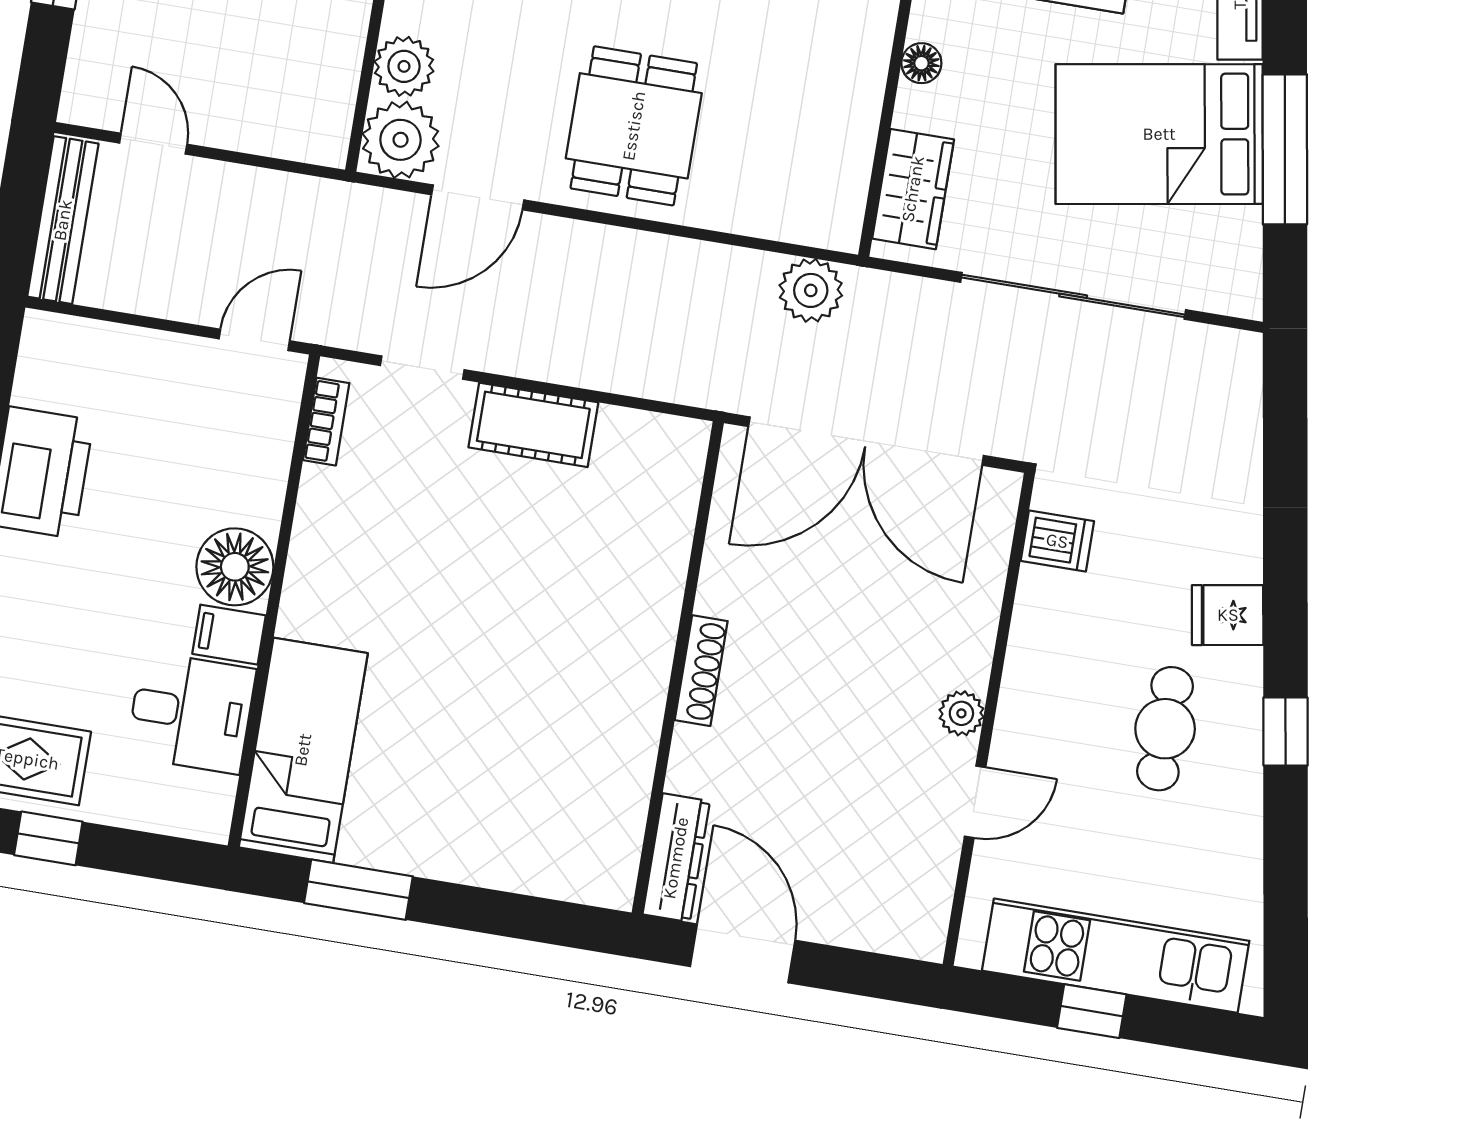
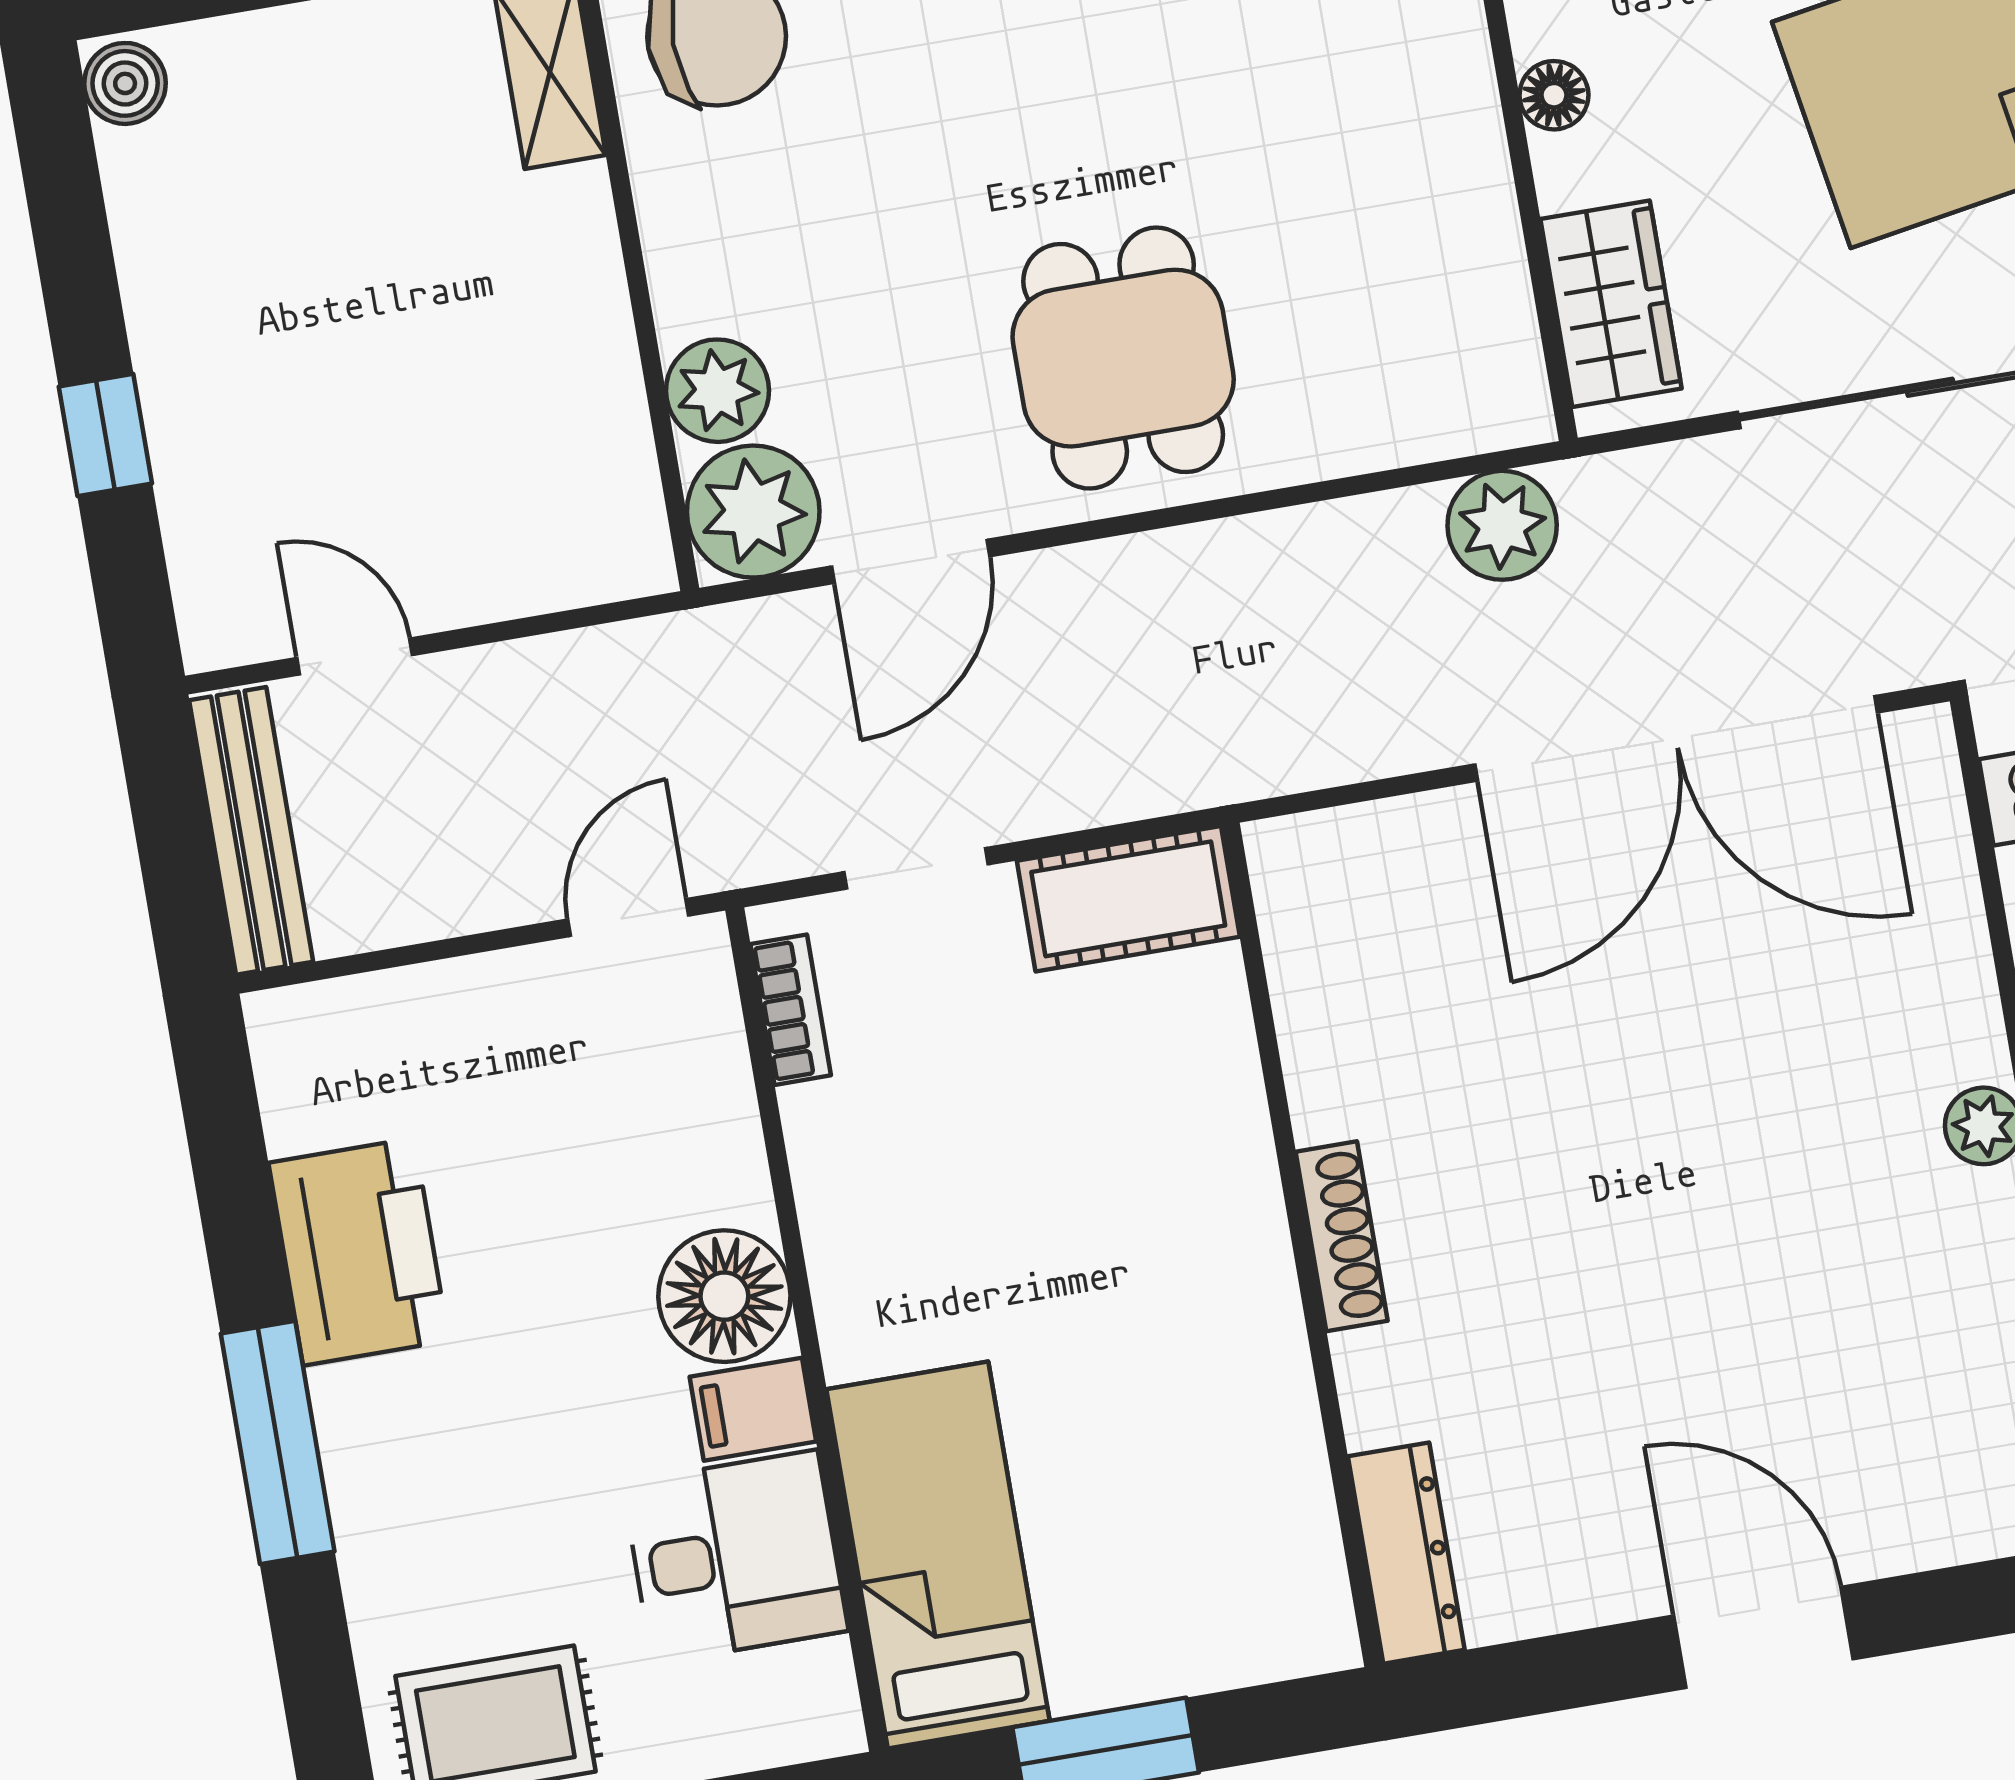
wall: (678, 668) -> (1302, 1245), moved
shoe rack: (701, 671) -> (1342, 1236), moved
dresser: (676, 858) -> (1406, 1553), moved

